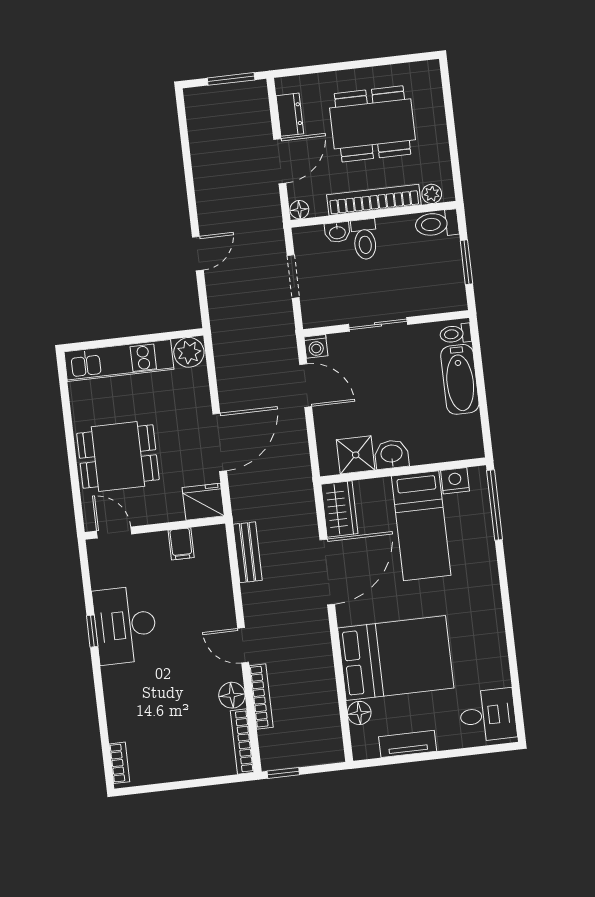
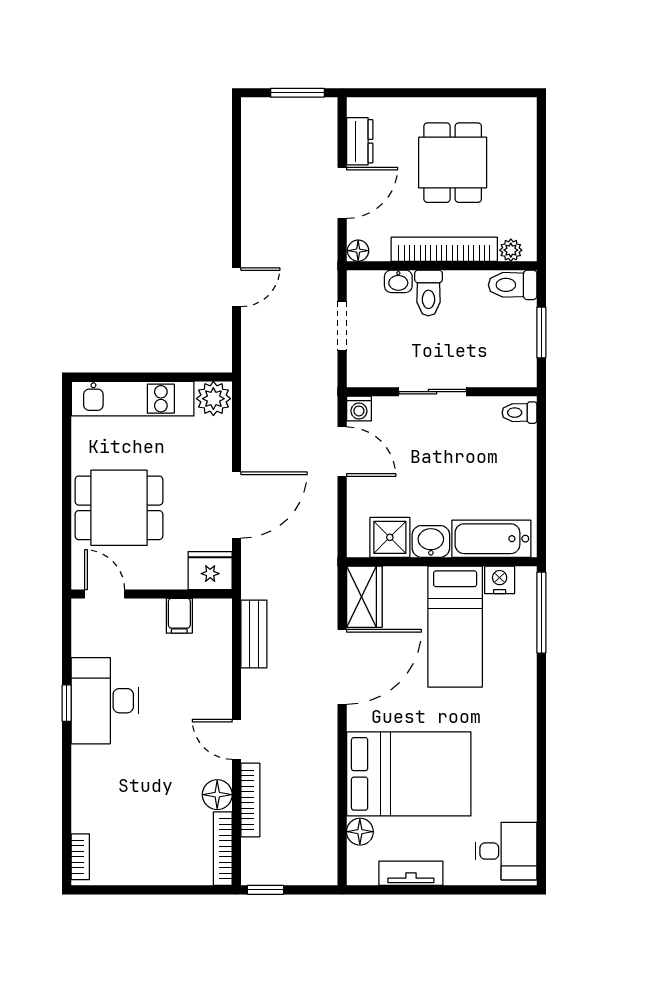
dining table: (372, 124) -> (453, 163), width x0.73
bathtub: (460, 379) -> (491, 539), moved, turned 90

